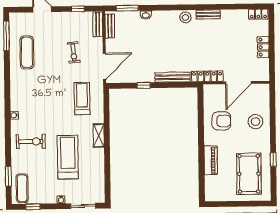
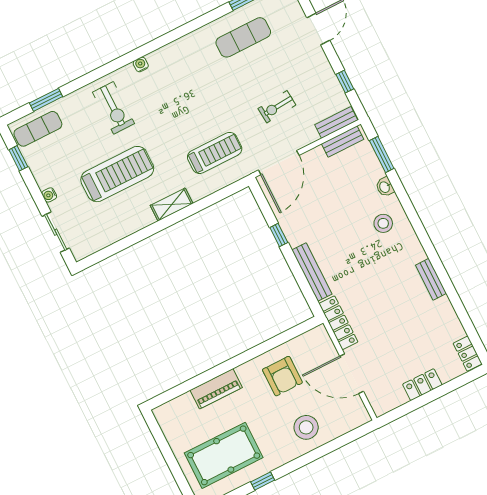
stool: (185, 17) -> (383, 223), moved
door: (104, 66) -> (279, 163), hinge flipped

